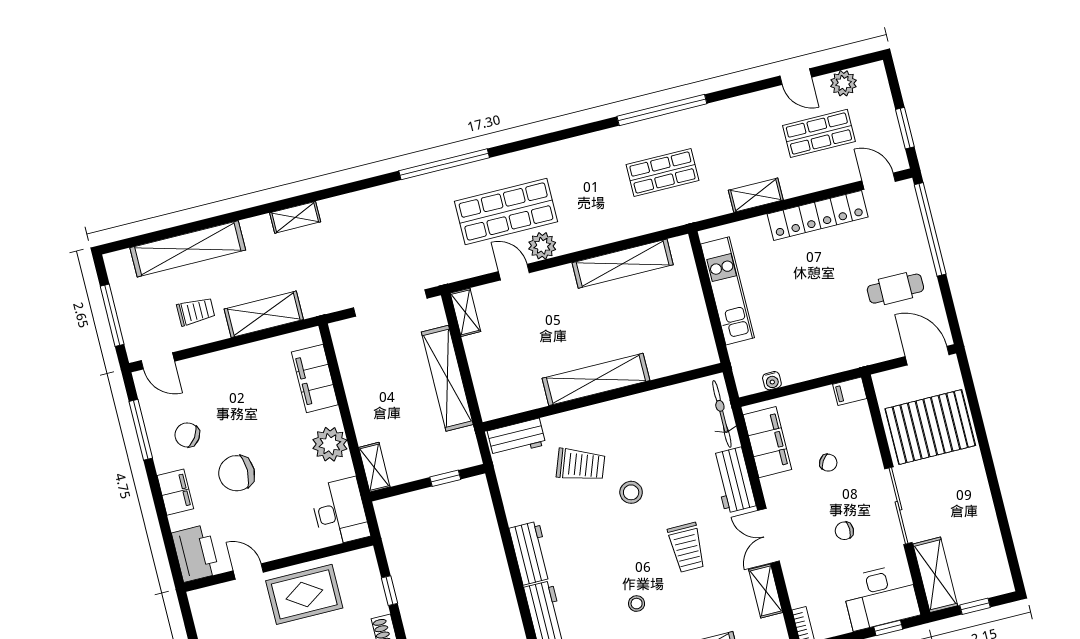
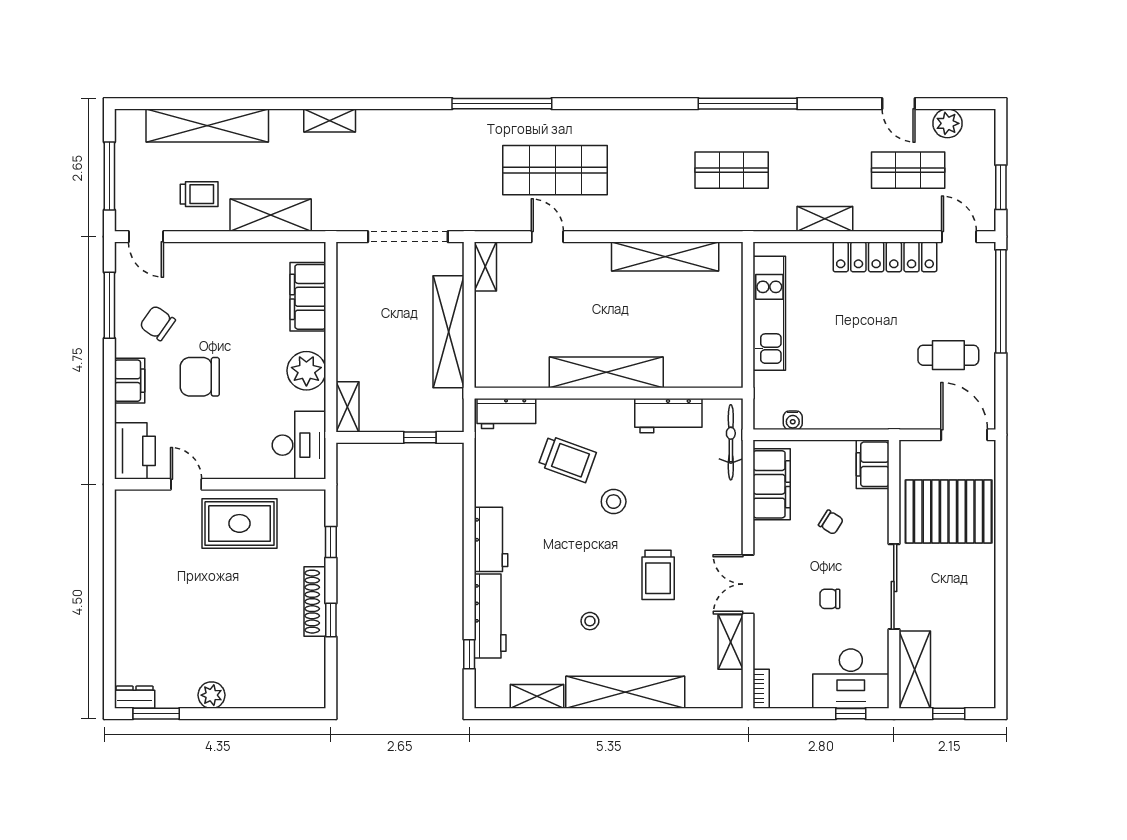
plant: (542, 246) -> (584, 216), removed
filing cabinet: (850, 391) -> (873, 464), width x2.00
workbench: (733, 480) -> (668, 416), moved, turned -90

